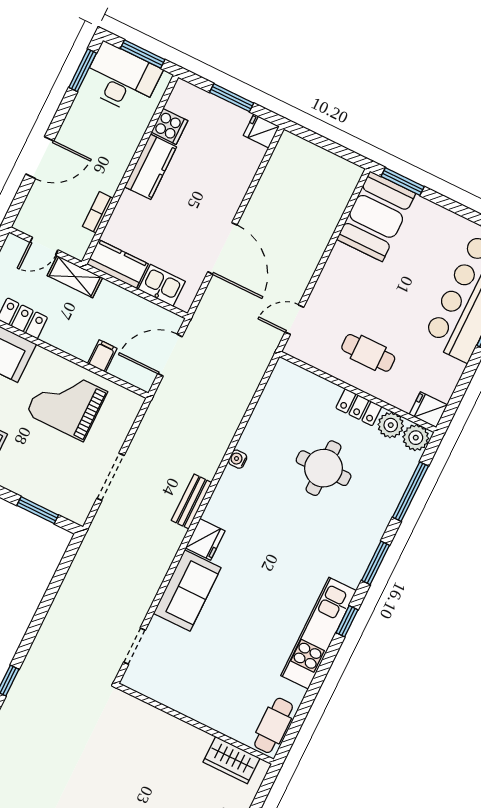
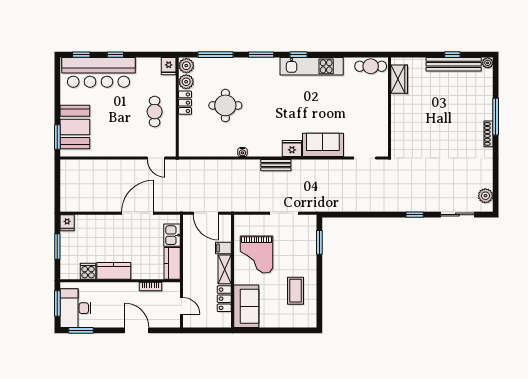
booth: (376, 216) -> (75, 127), moved, turned 90
shelving: (75, 277) -> (225, 269), moved

